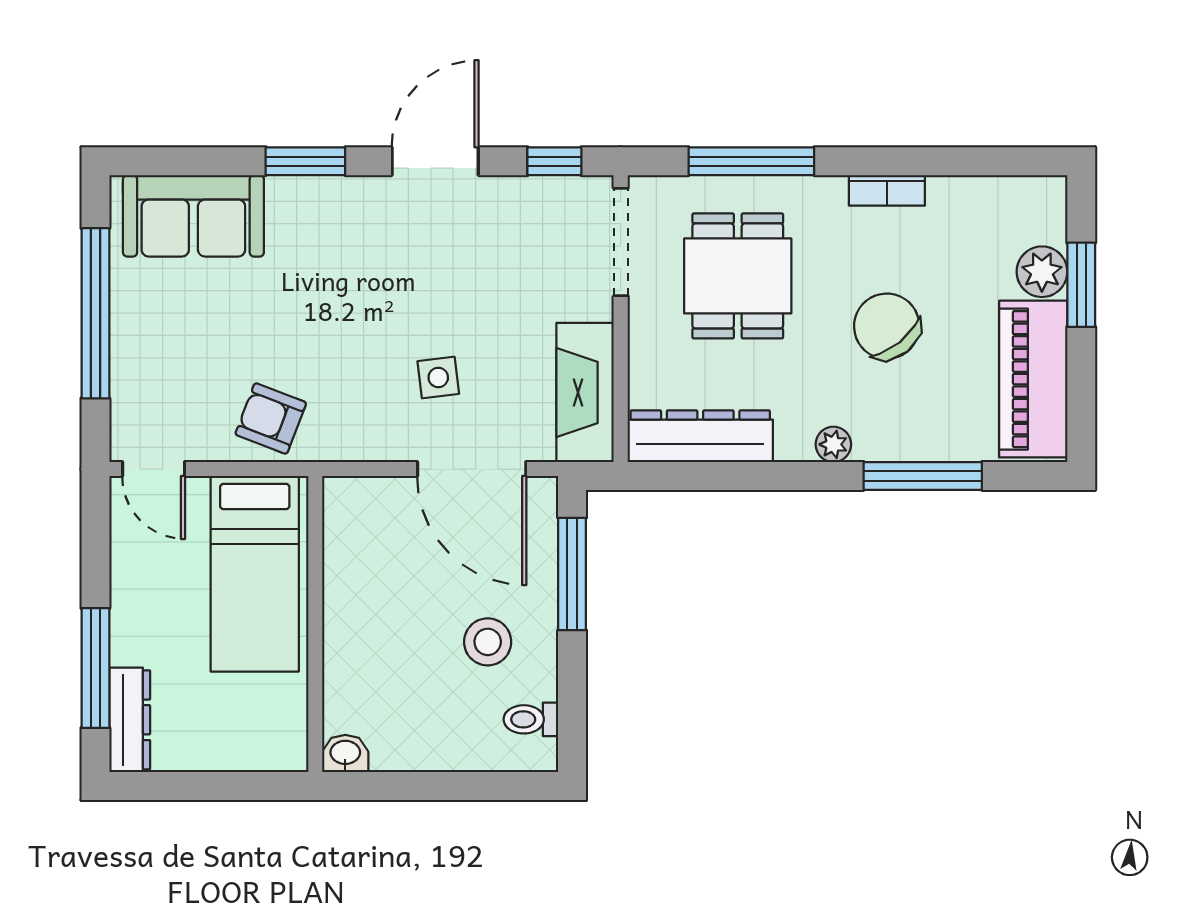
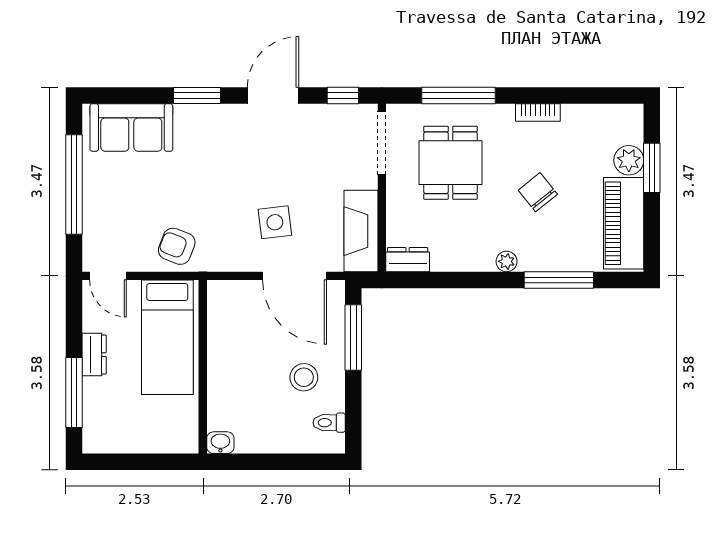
chair: (887, 326) -> (538, 192), width x0.73, depth x0.73
side table: (438, 377) -> (275, 222), width x1.37, depth x1.37
dresser: (700, 436) -> (408, 260), width x0.51, depth x0.80
dresser: (130, 720) -> (94, 355), moved, width x0.70

